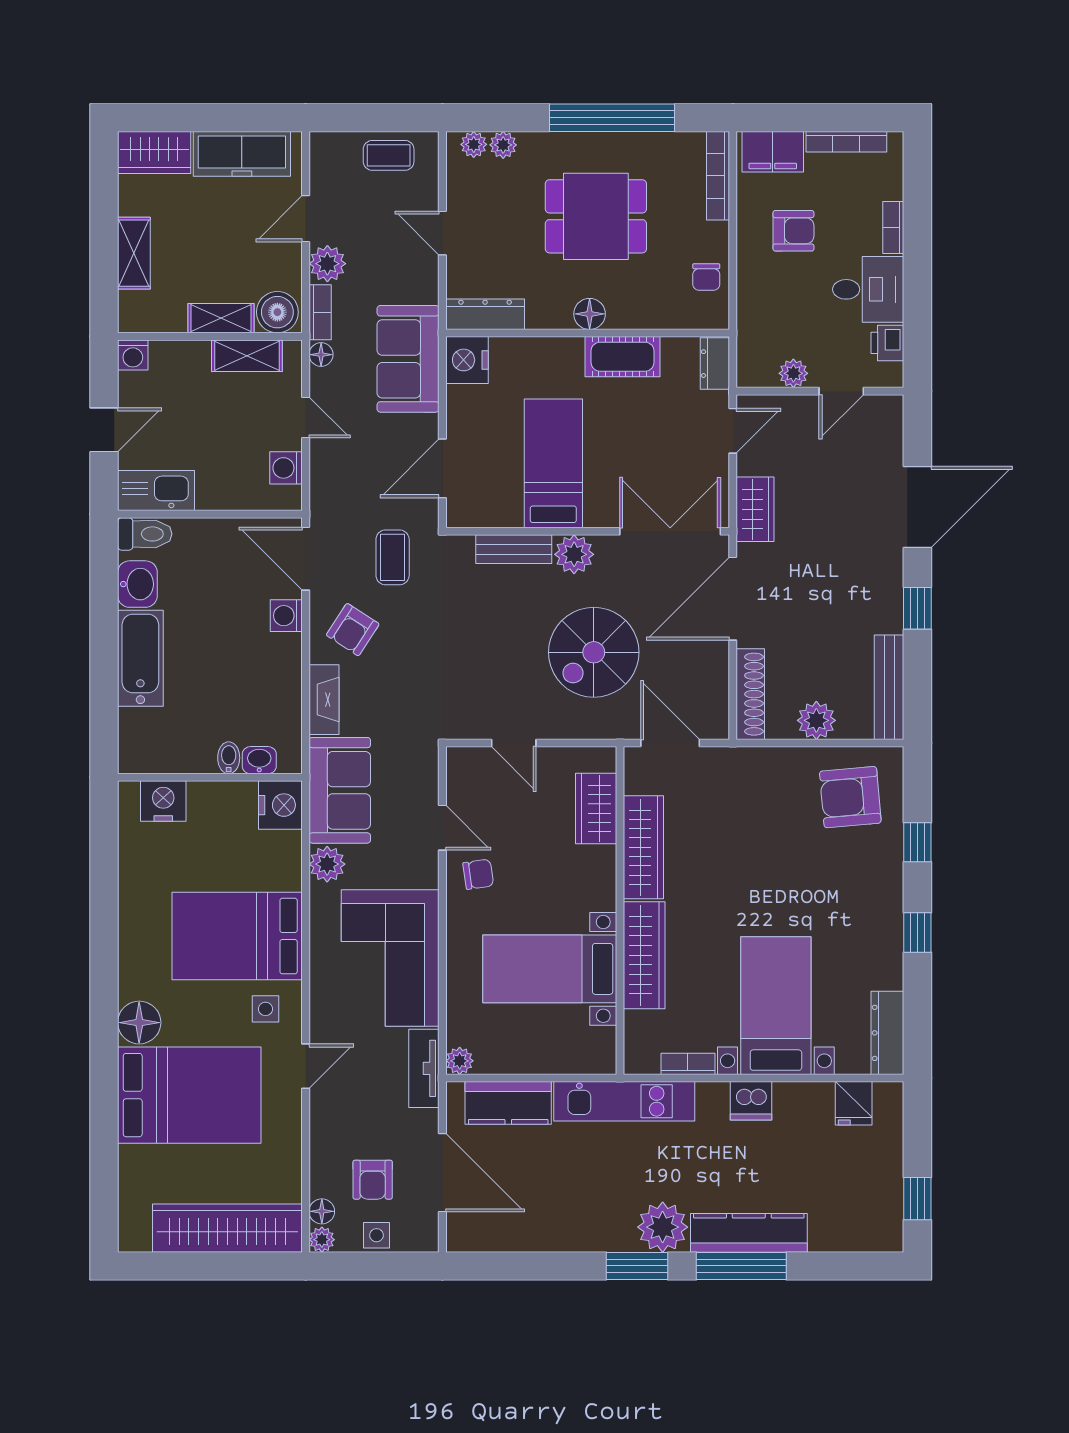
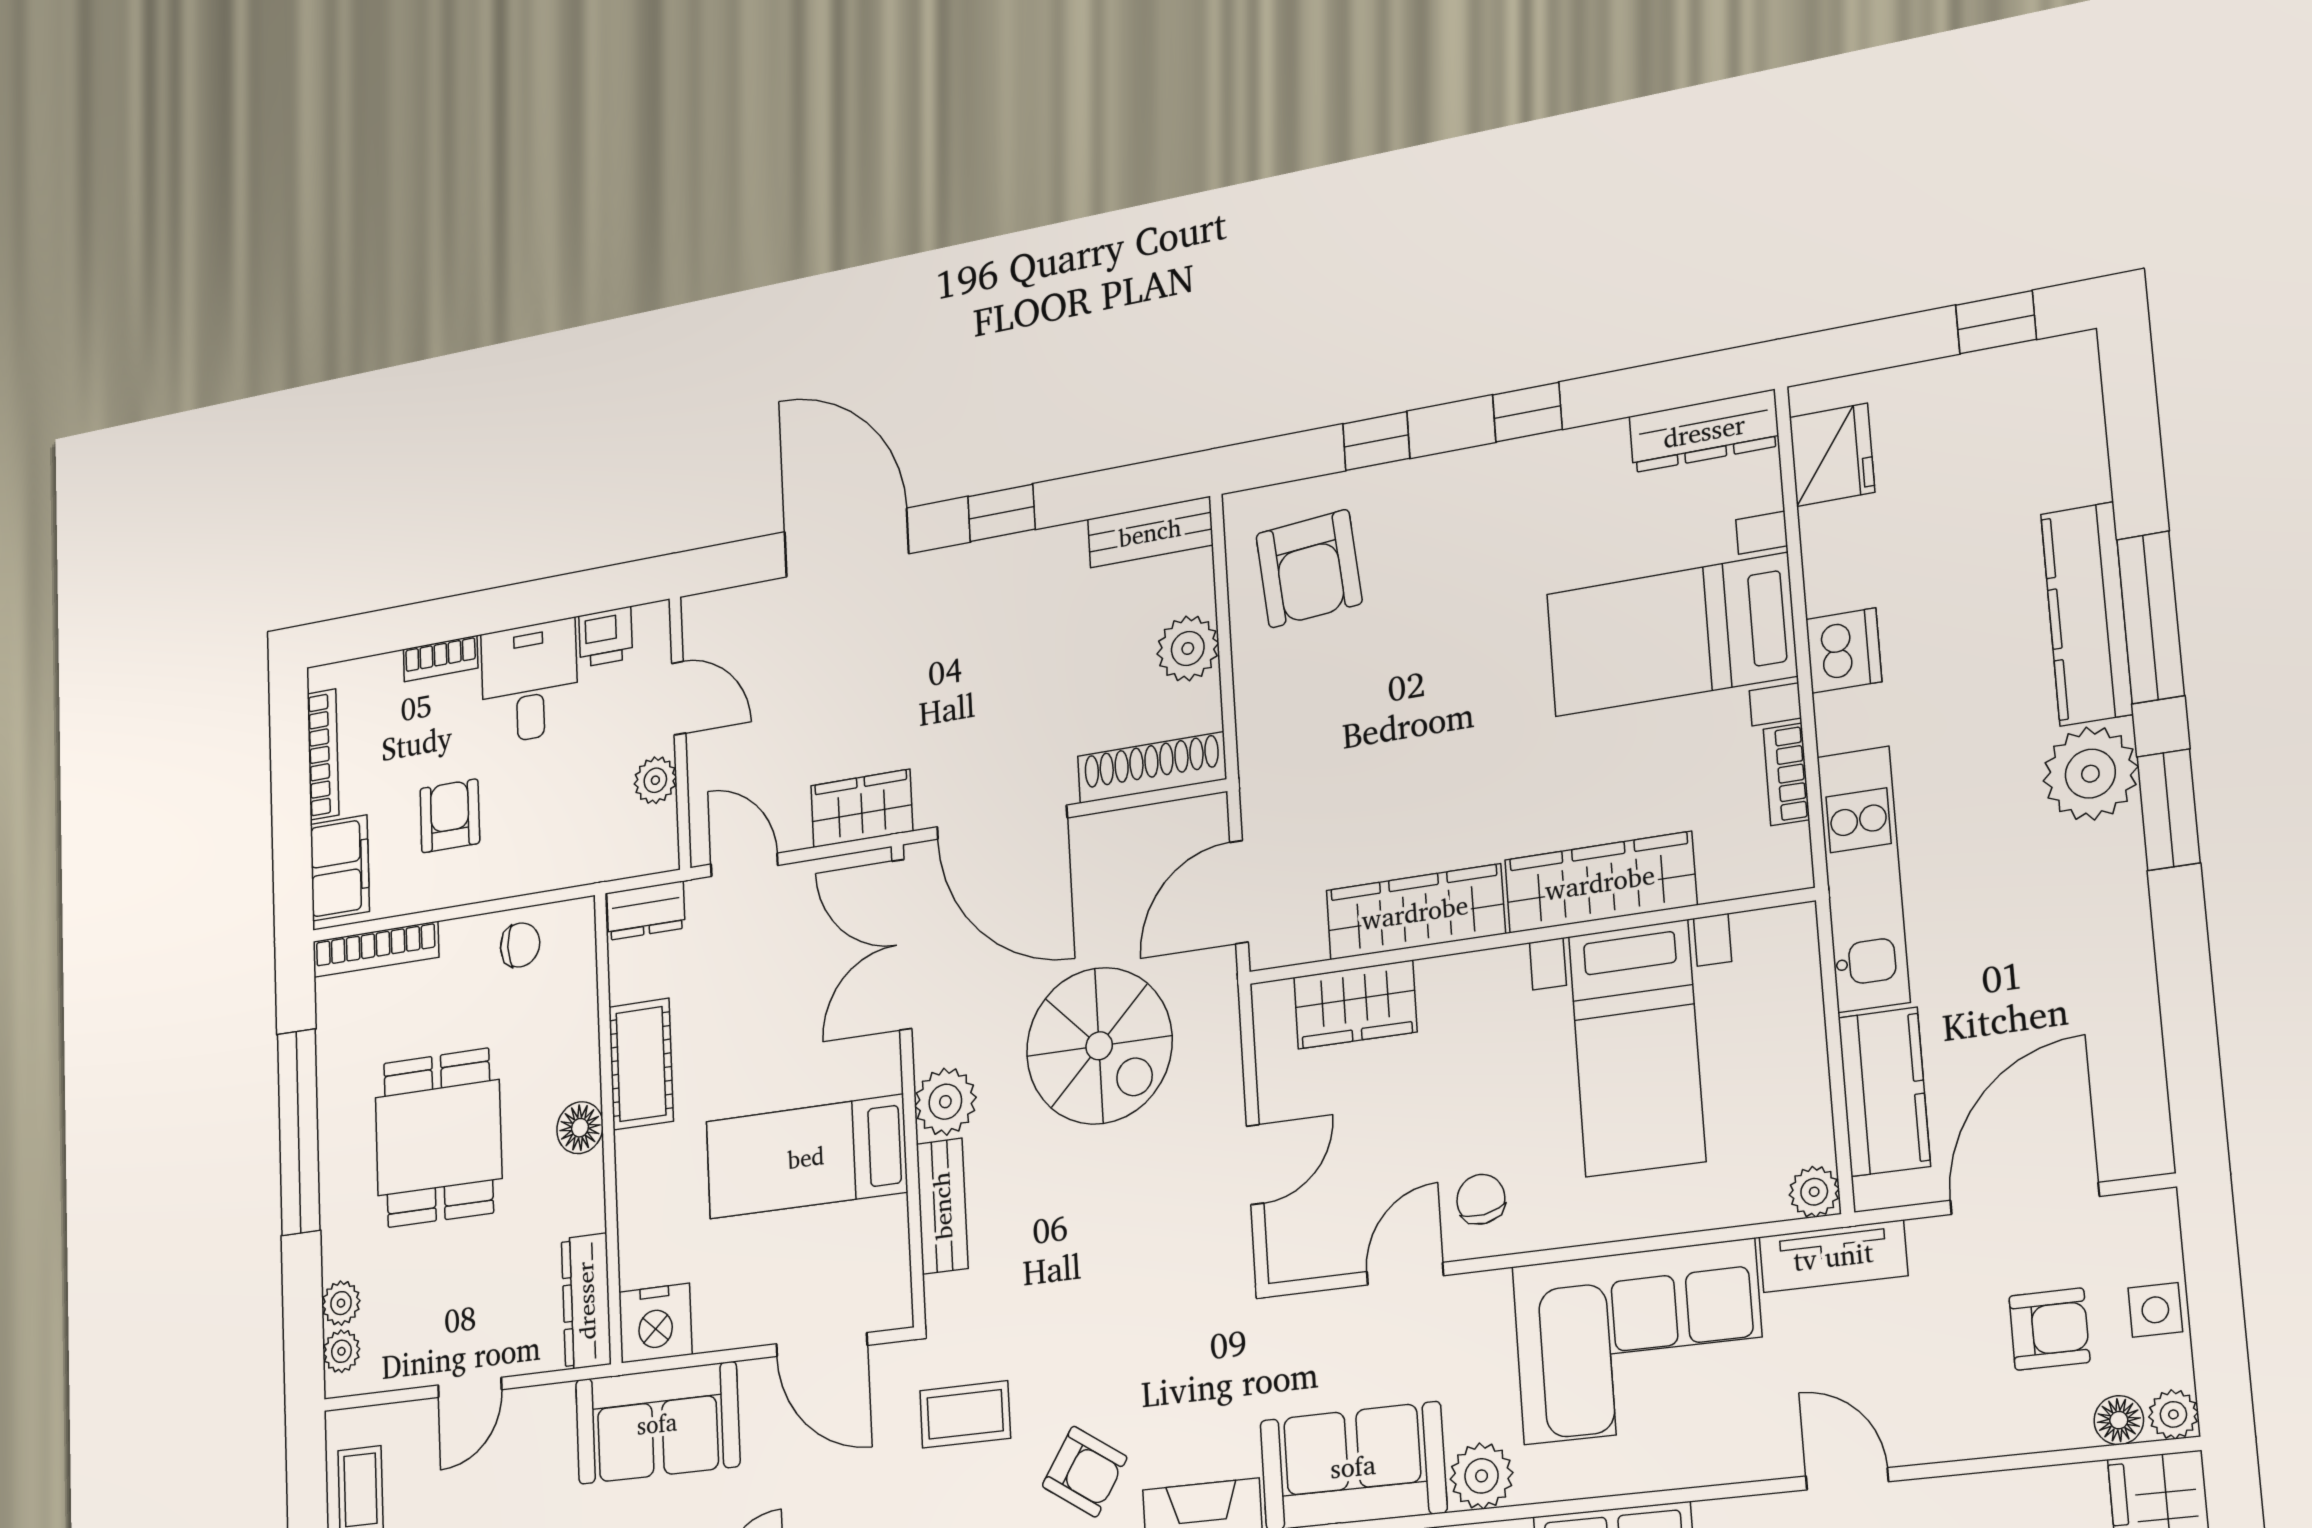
bench: (889, 687) -> (1150, 532), width x0.73
fridge: (854, 1103) -> (1832, 455), width x1.38

